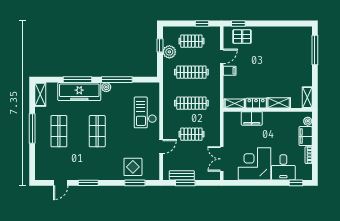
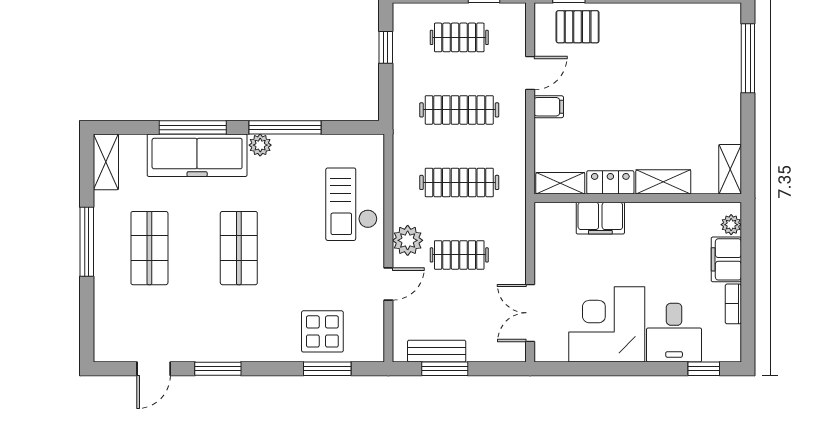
plant: (169, 52) -> (408, 240), moved

